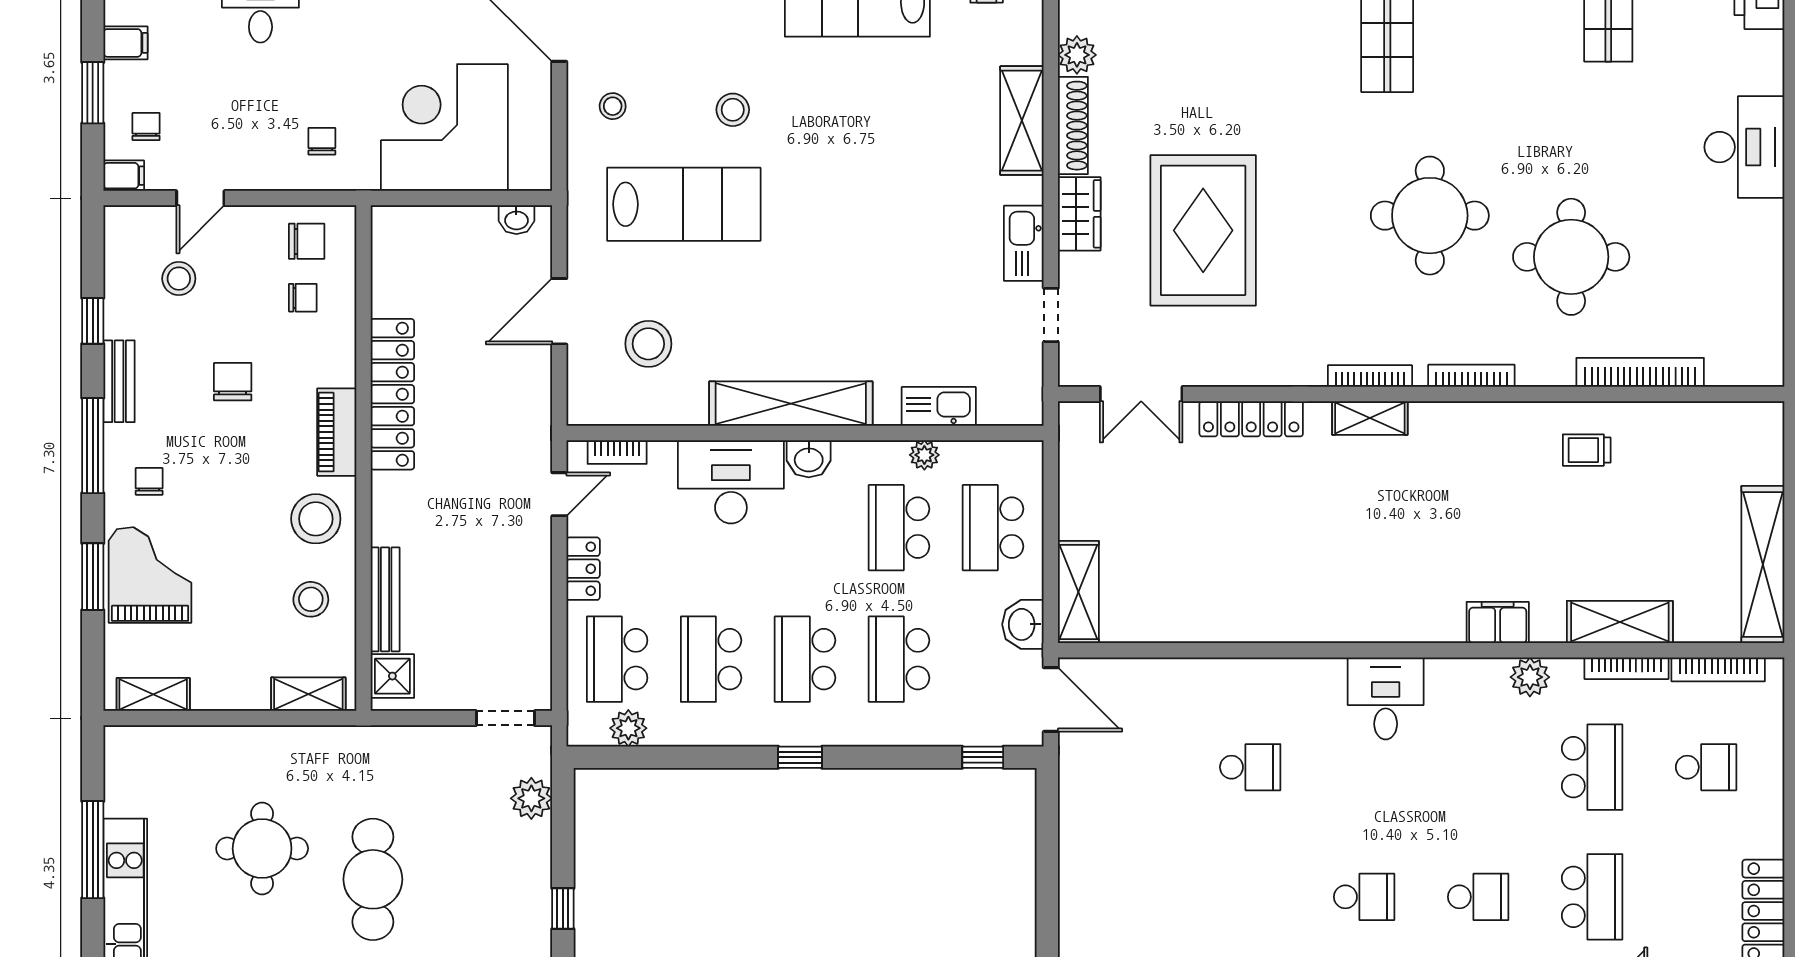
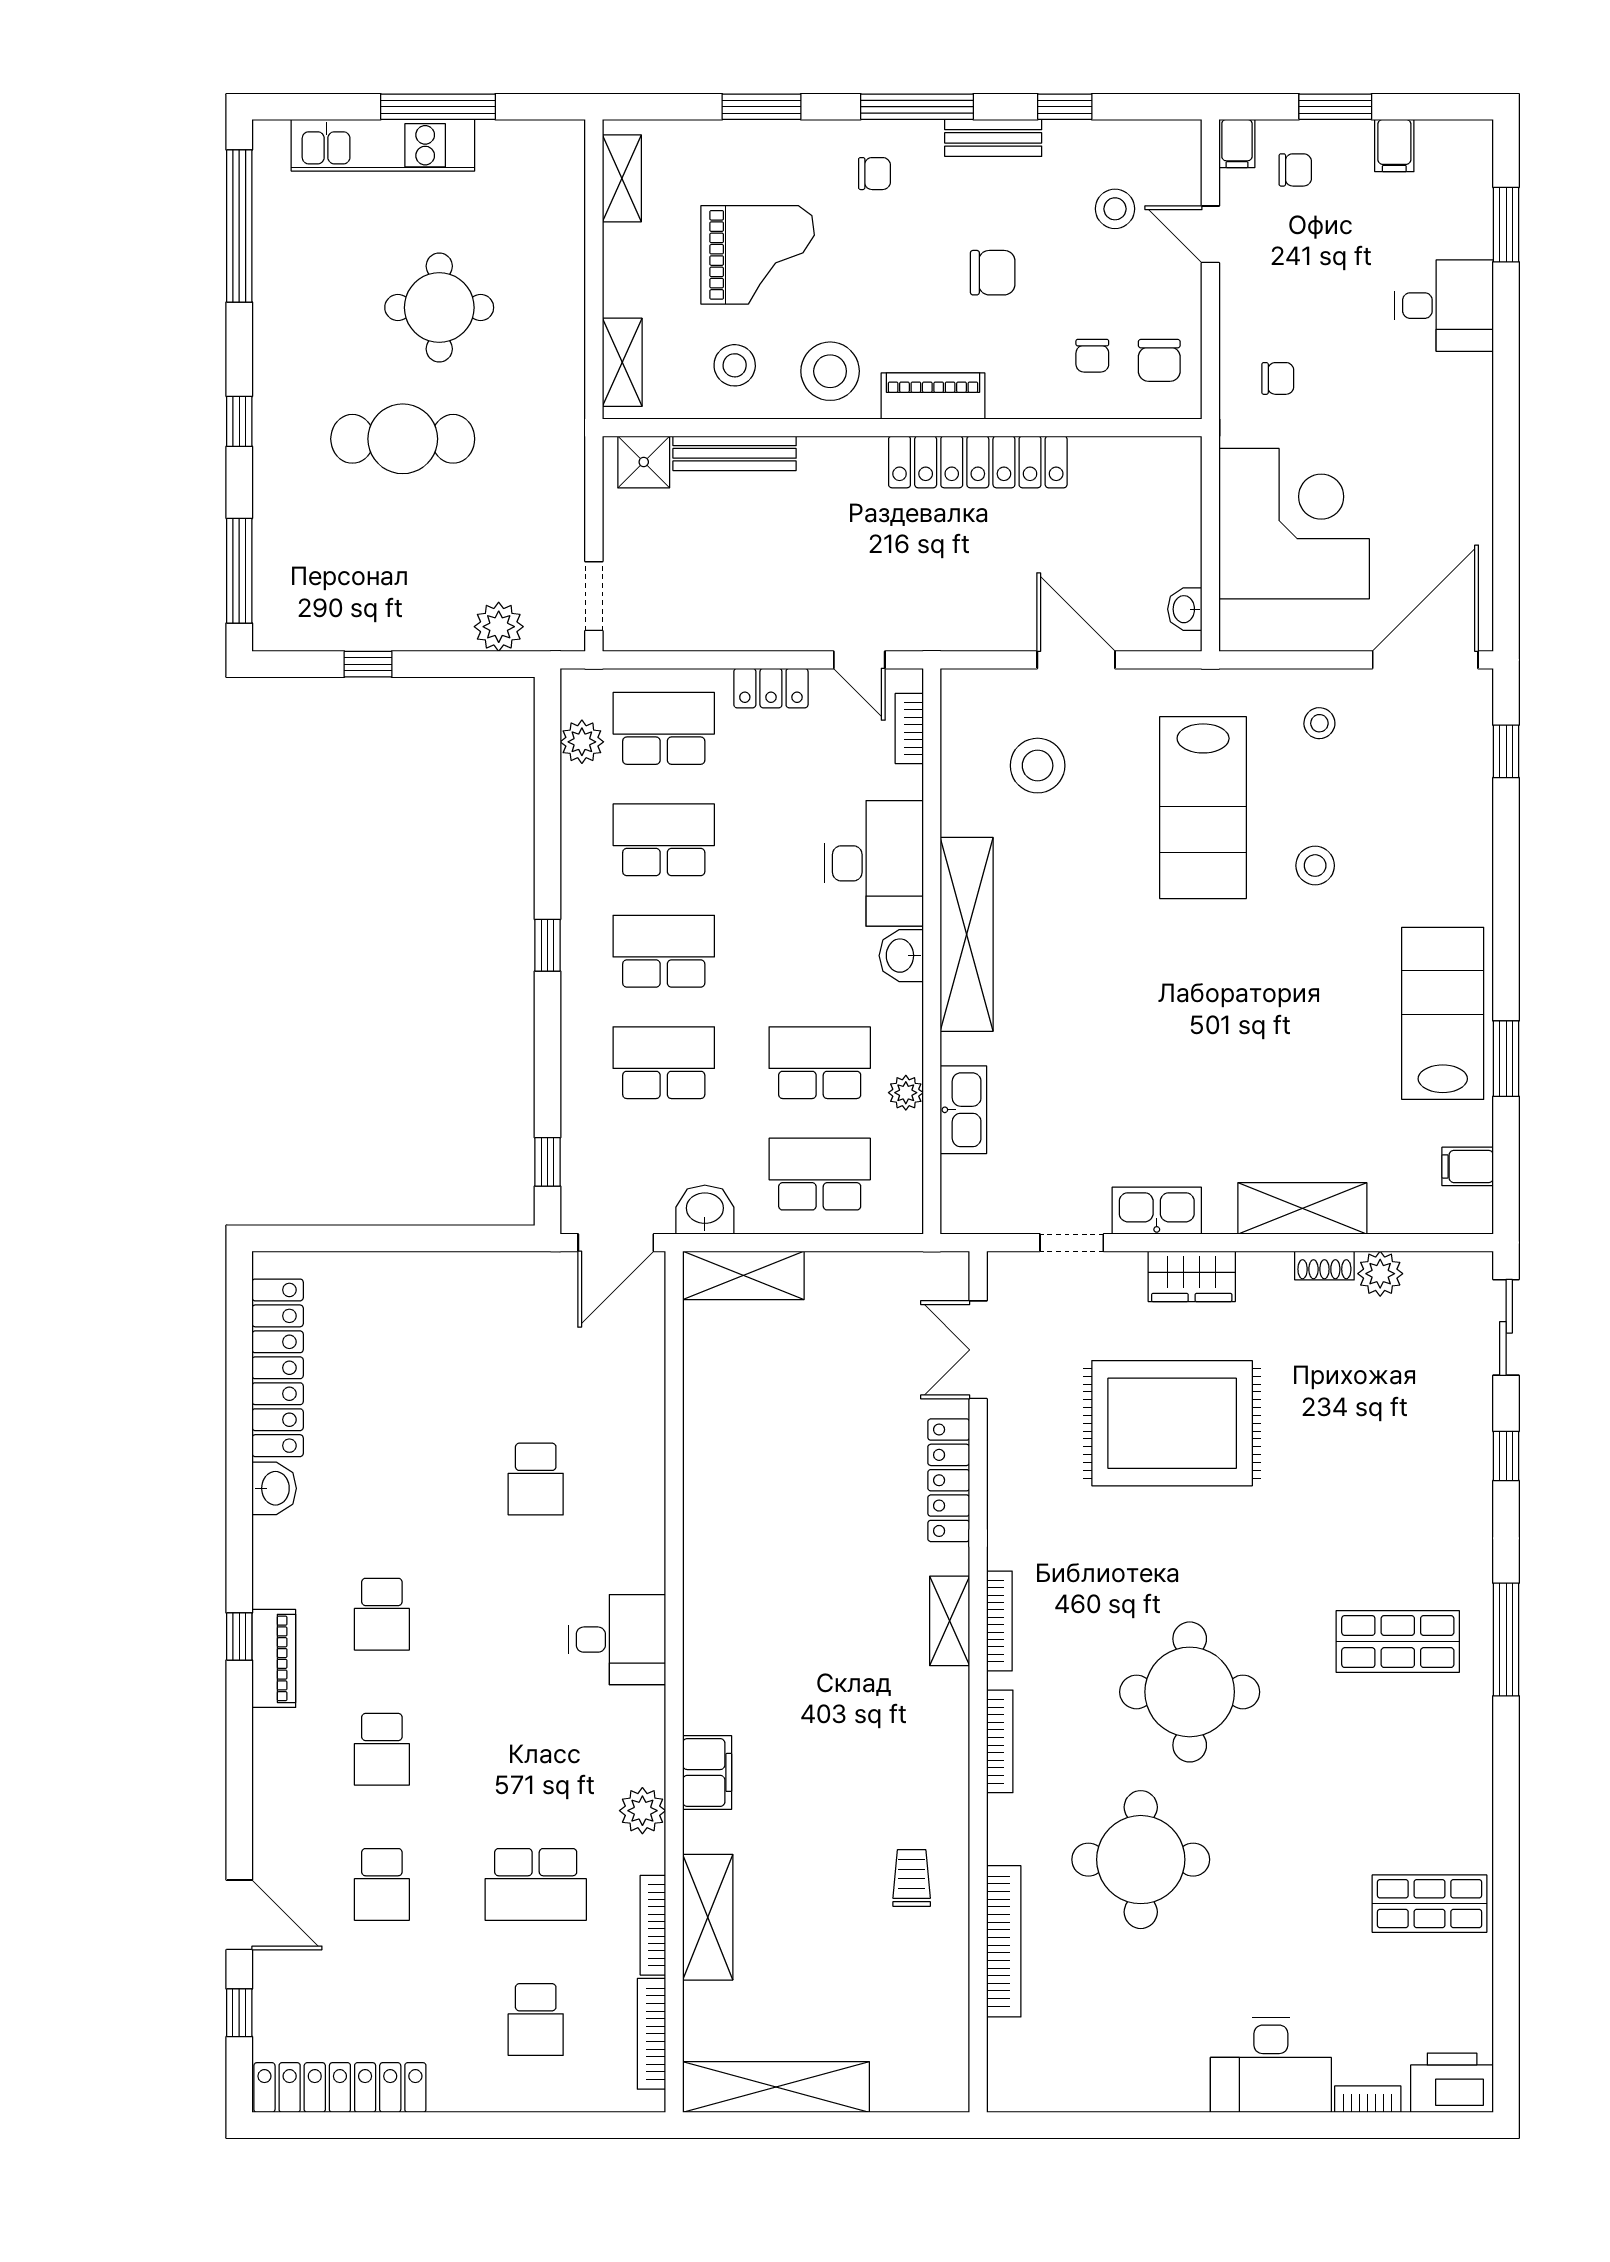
bookcase: (1773, 65) -> (1368, 2099), added
shoe rack: (1073, 126) -> (1324, 1265), width x0.51, depth x0.81
grand piano: (150, 575) -> (758, 255), moved
school desk: (1592, 897) -> (382, 1884), width x0.54

